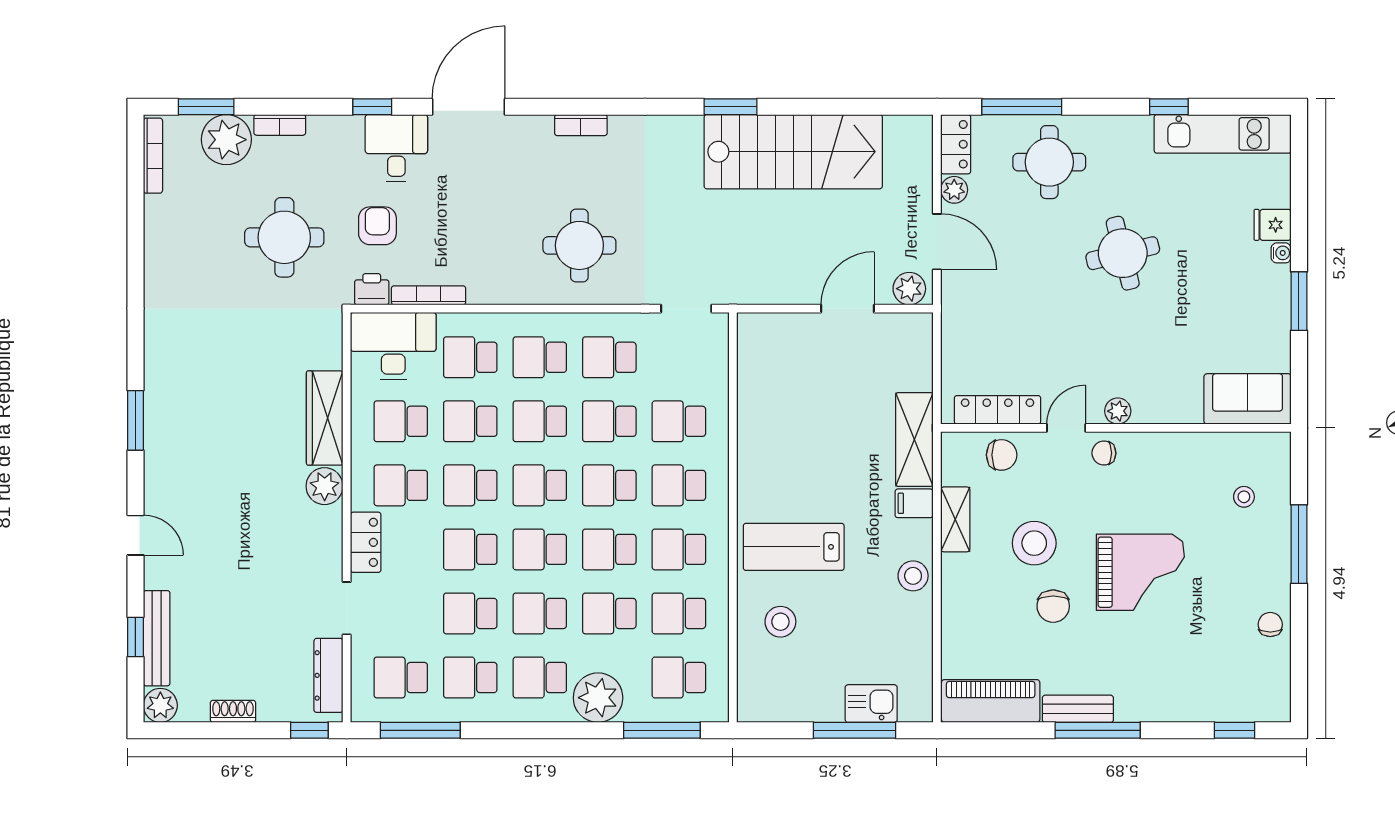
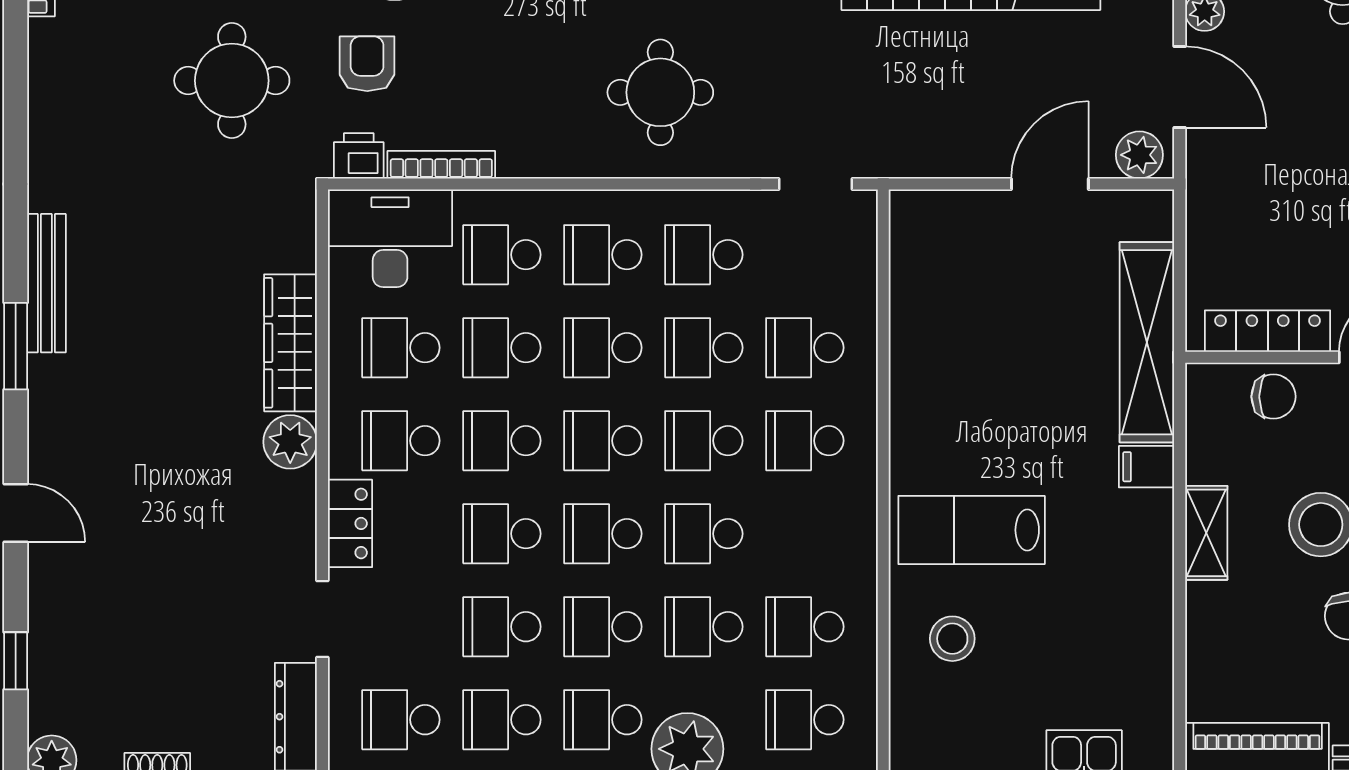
shelving: (914, 439) -> (1147, 342), width x1.47
shelving: (955, 519) -> (1206, 533), moved
school desk: (679, 549) -> (805, 534), removed
stool: (913, 576) -> (1145, 572), removed
bench: (157, 638) -> (46, 283), moved

